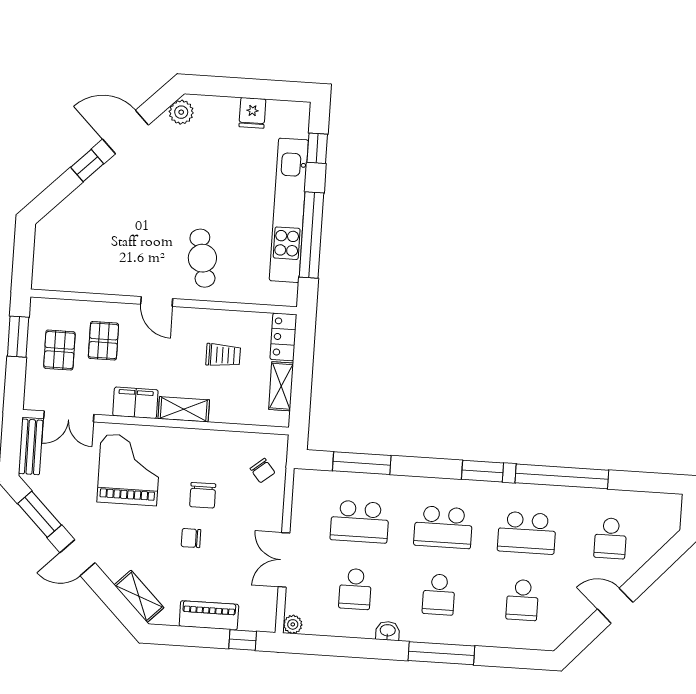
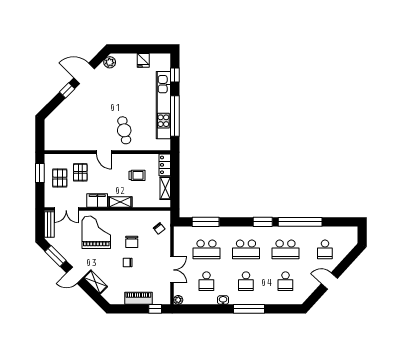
double door: (284, 560) -> (172, 270), swing flipped
shelving: (139, 596) -> (95, 282), moved

